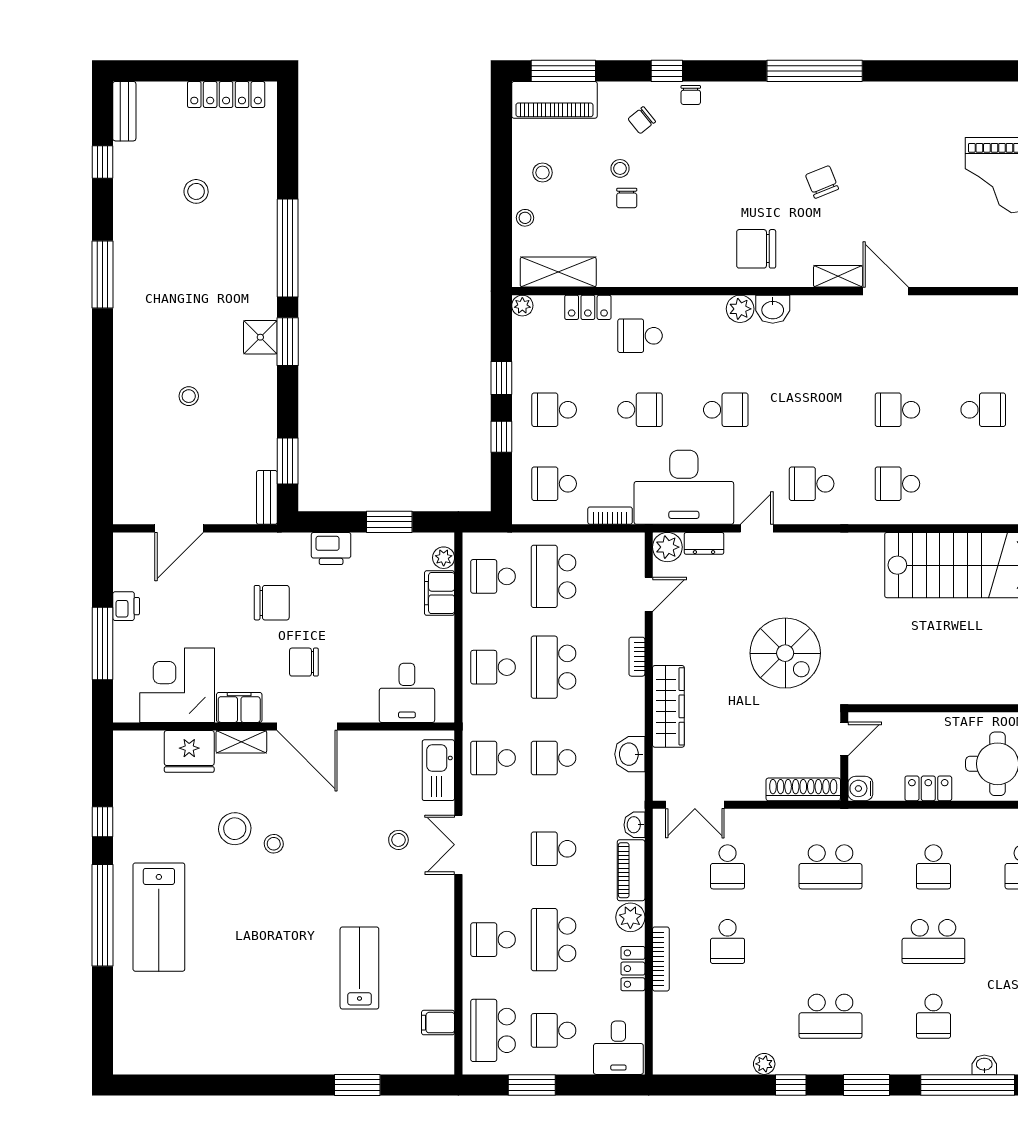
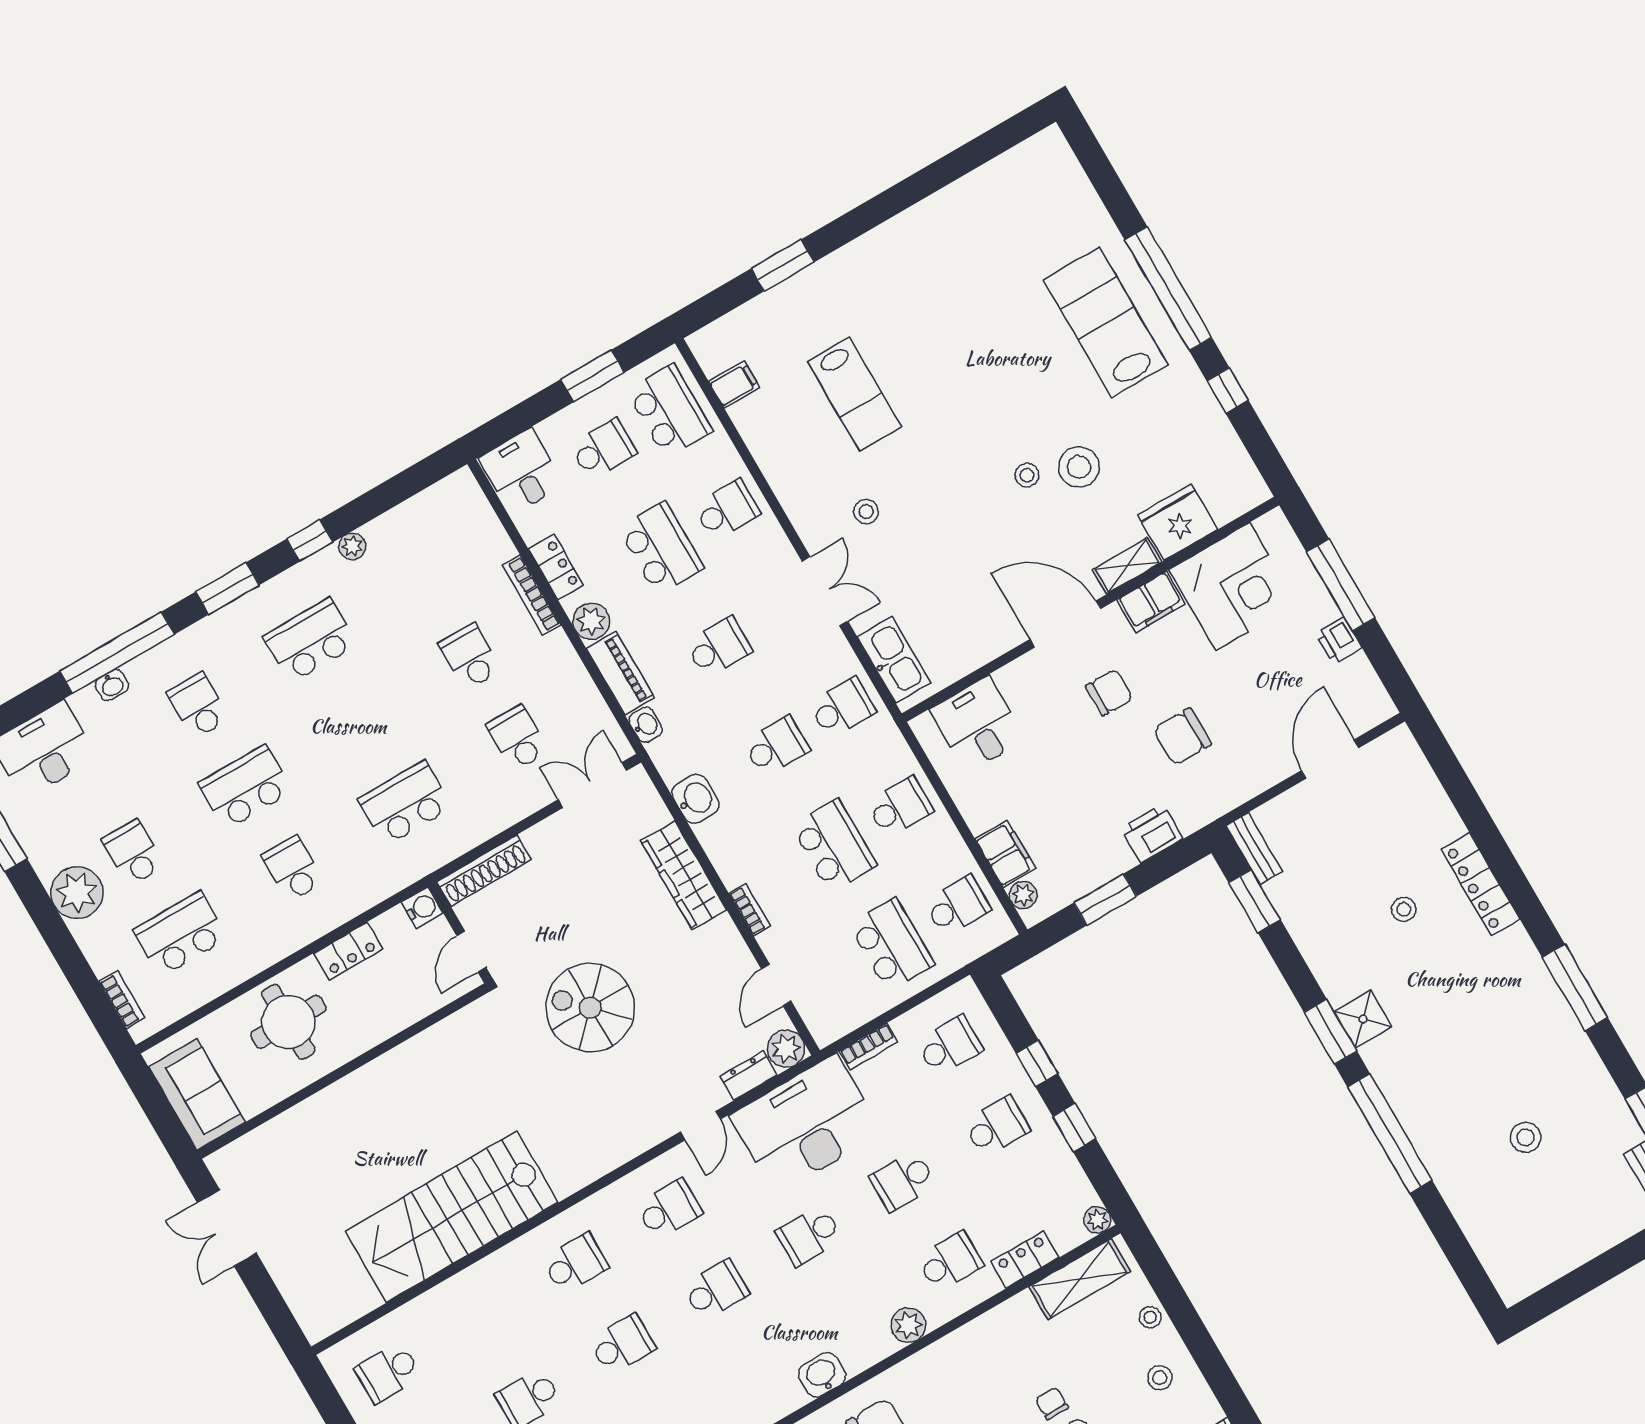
locker: (226, 94) -> (1480, 884), moved, turned -90
plant: (740, 309) -> (908, 1325), moved
school desk: (812, 410) -> (716, 1290), added
stool: (398, 840) -> (866, 512), moved

